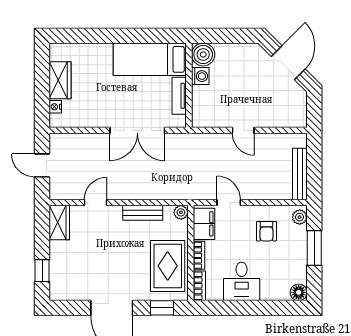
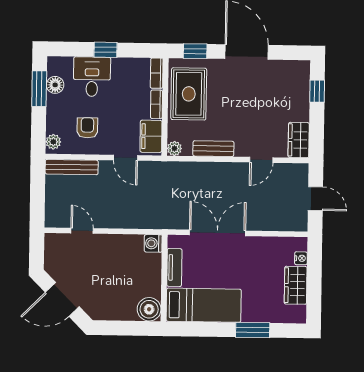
window: (102, 36) -> (253, 330), added
door: (288, 63) -> (62, 299), hinge flipped
washing machine: (200, 76) -> (153, 243), moved
door: (243, 130) -> (82, 231), moved
bench: (300, 174) -> (72, 167), moved, turned 90
window: (314, 248) -> (39, 89), moved
desk: (242, 281) -> (92, 77), moved
floor lamp: (299, 292) -> (55, 85), moved
window: (250, 308) -> (105, 50), added

